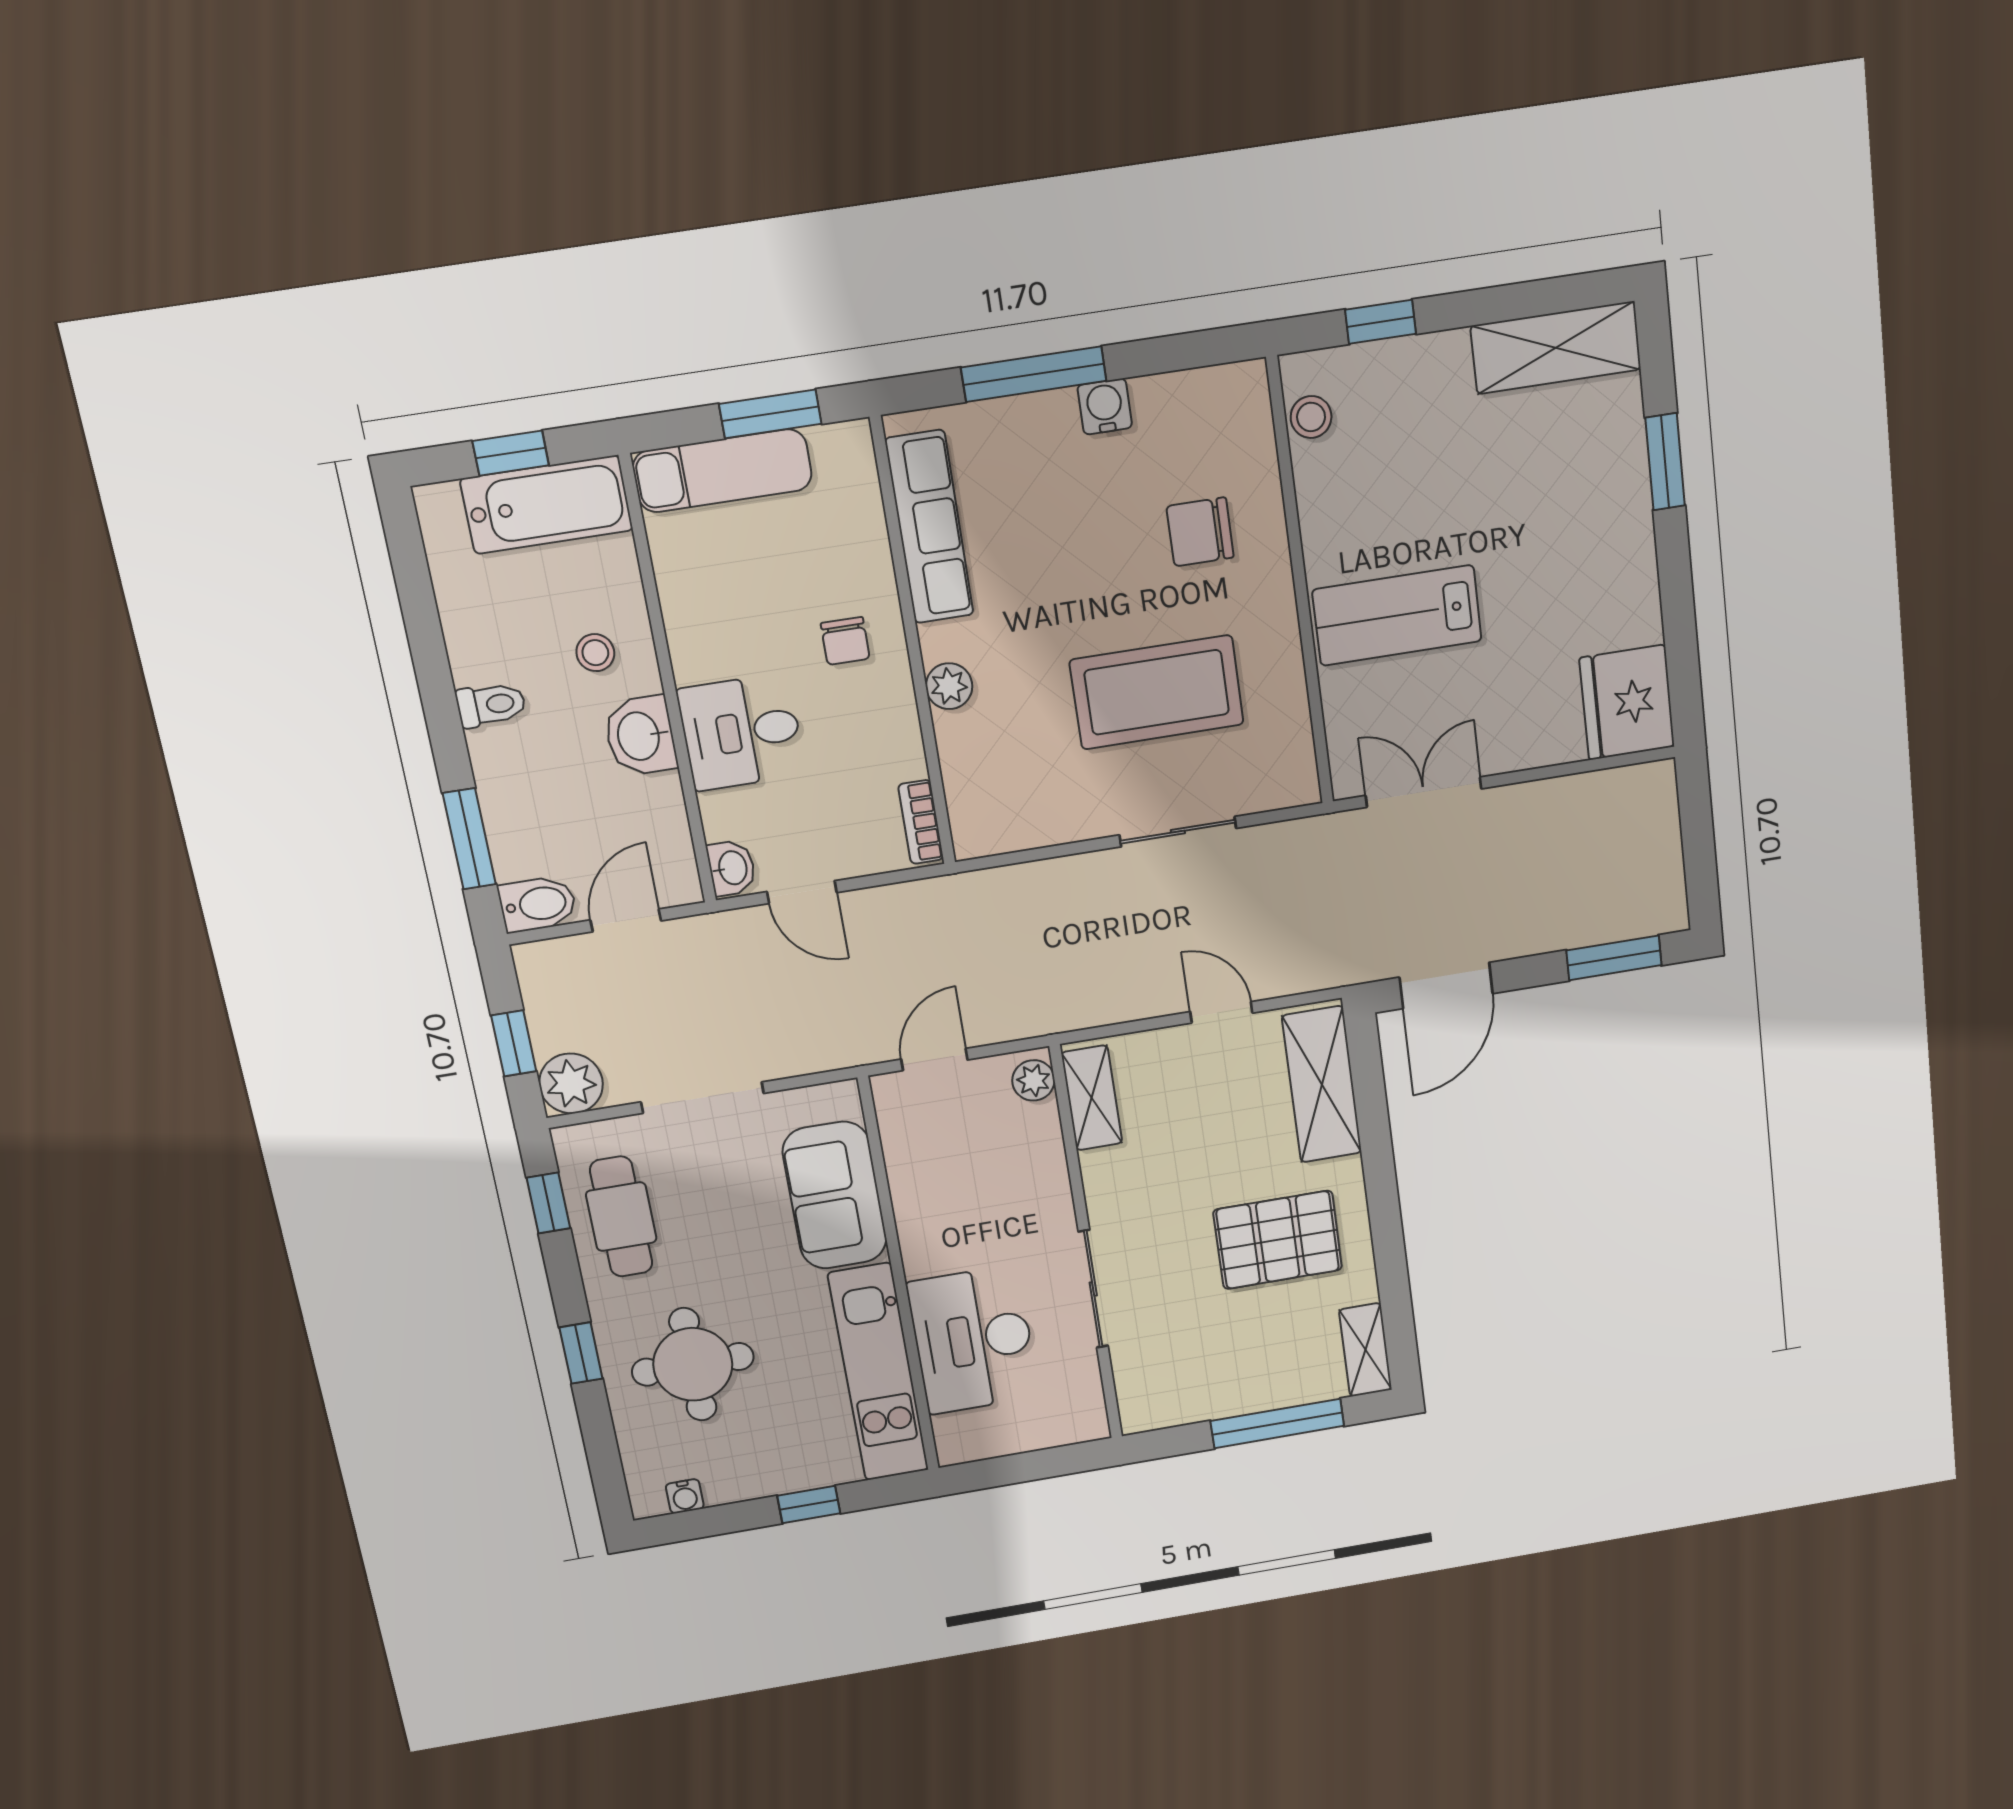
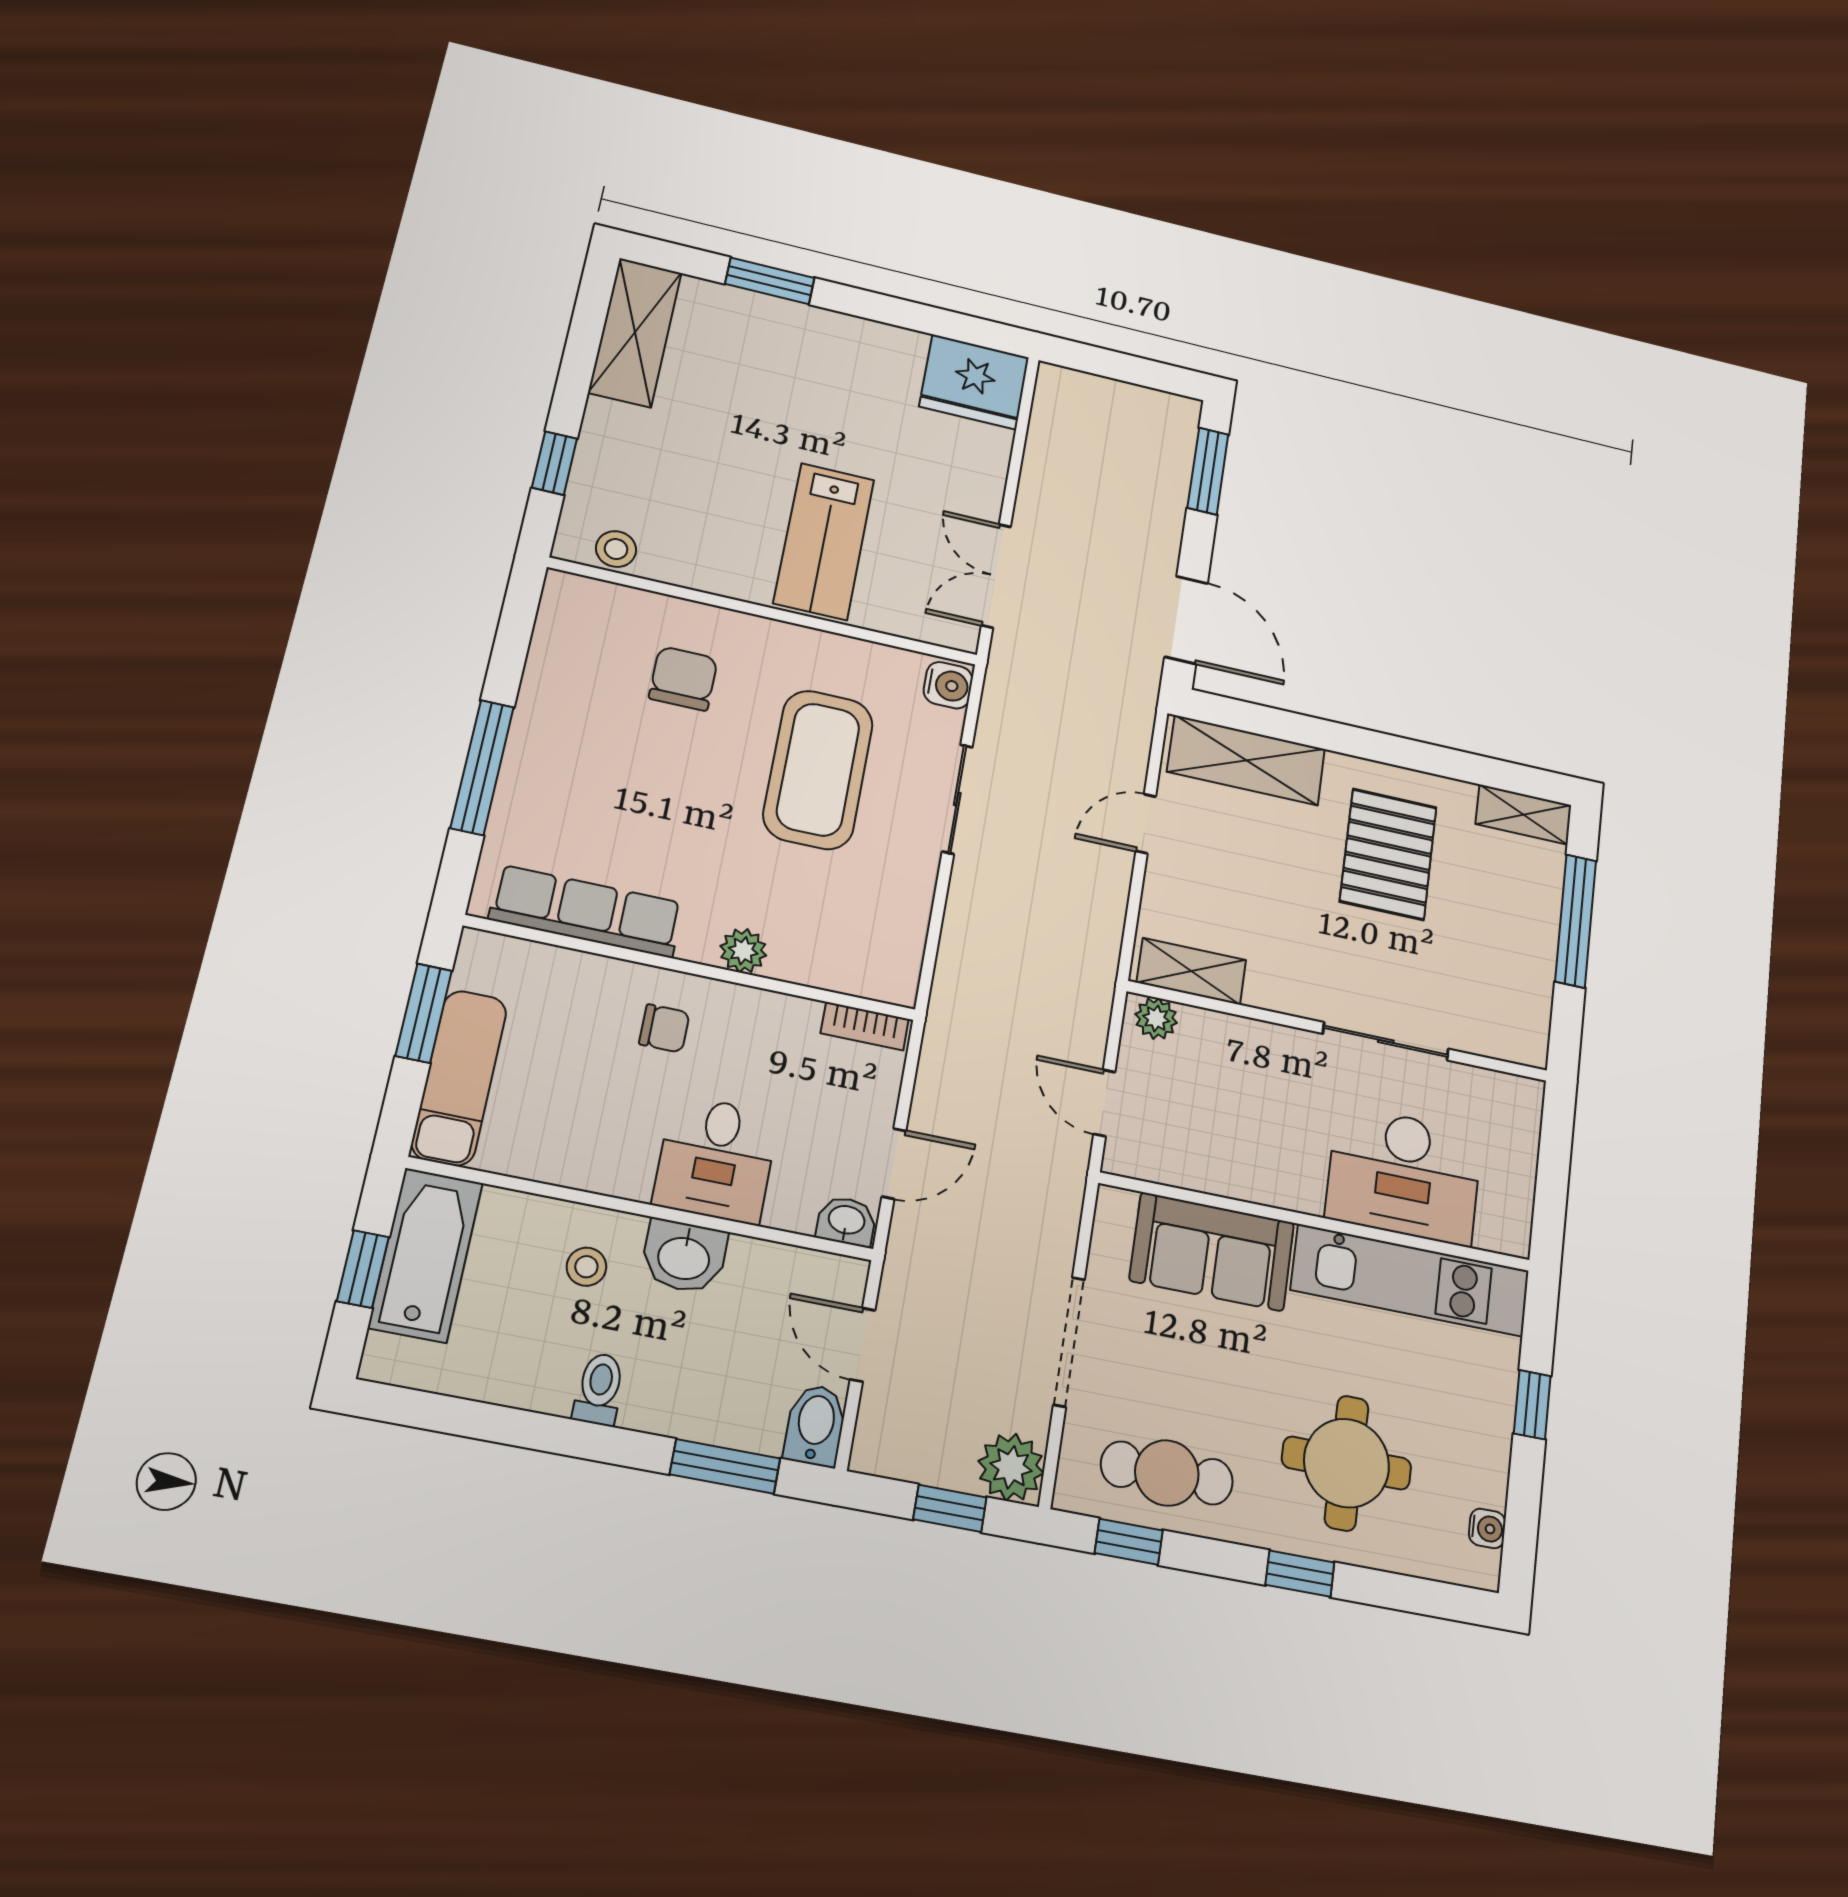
water cooler: (1105, 407) -> (948, 685), moved, turned 180
chair: (1200, 532) -> (683, 678), turned 180

